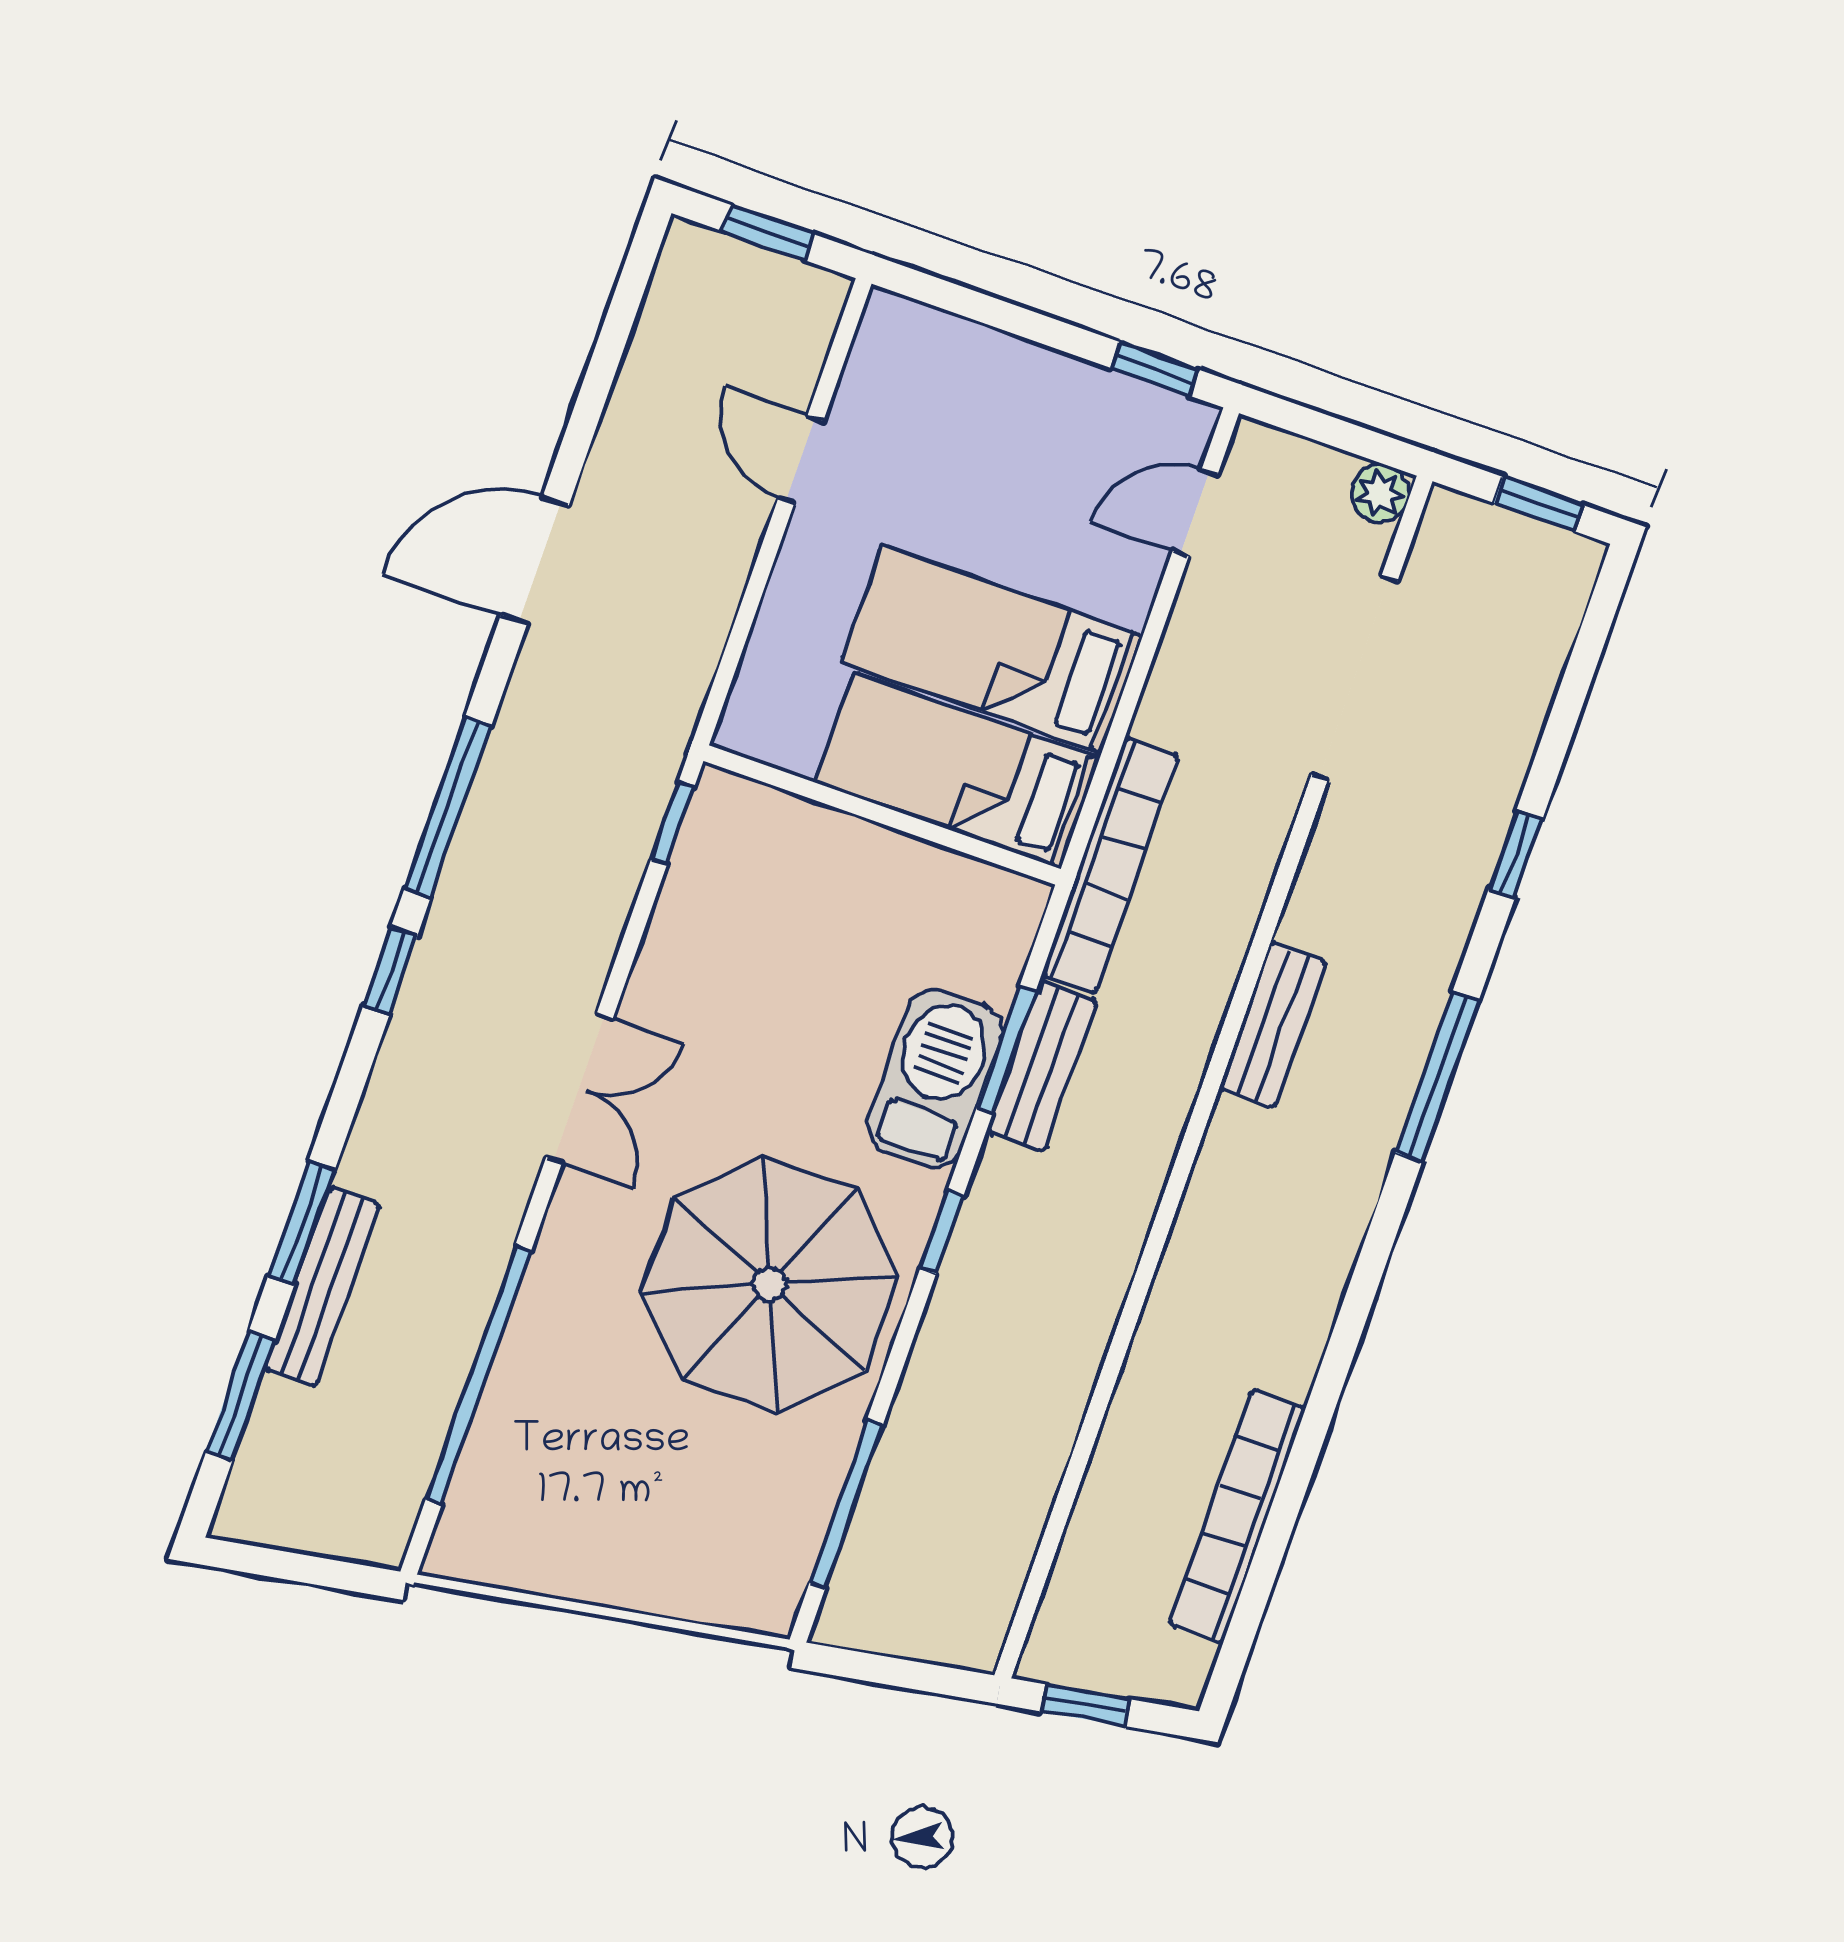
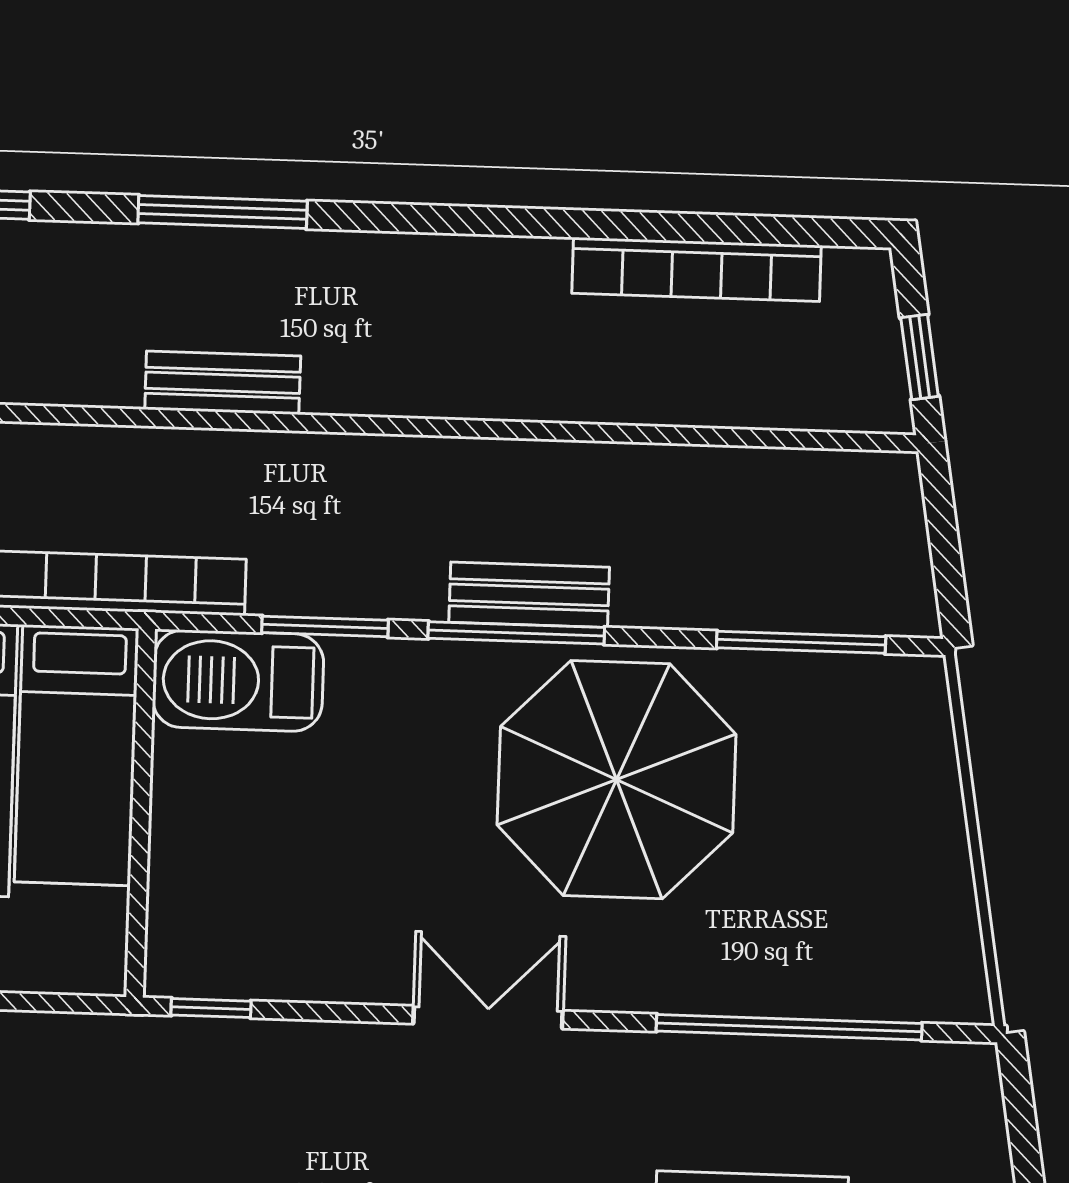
bench: (1041, 1066) -> (529, 595), moved
barbecue: (935, 1078) -> (238, 681), moved
window: (942, 1232) -> (516, 633), width x2.17

